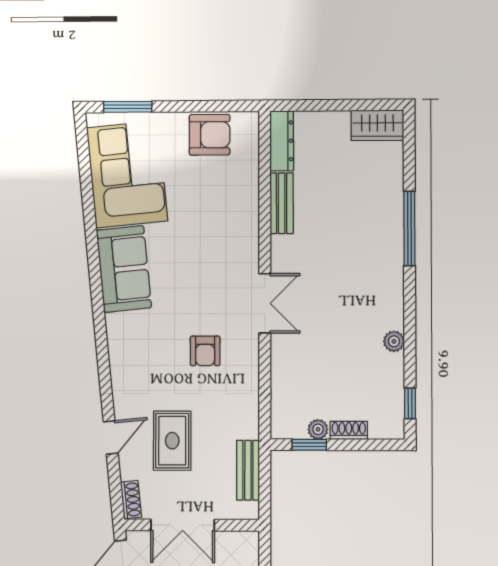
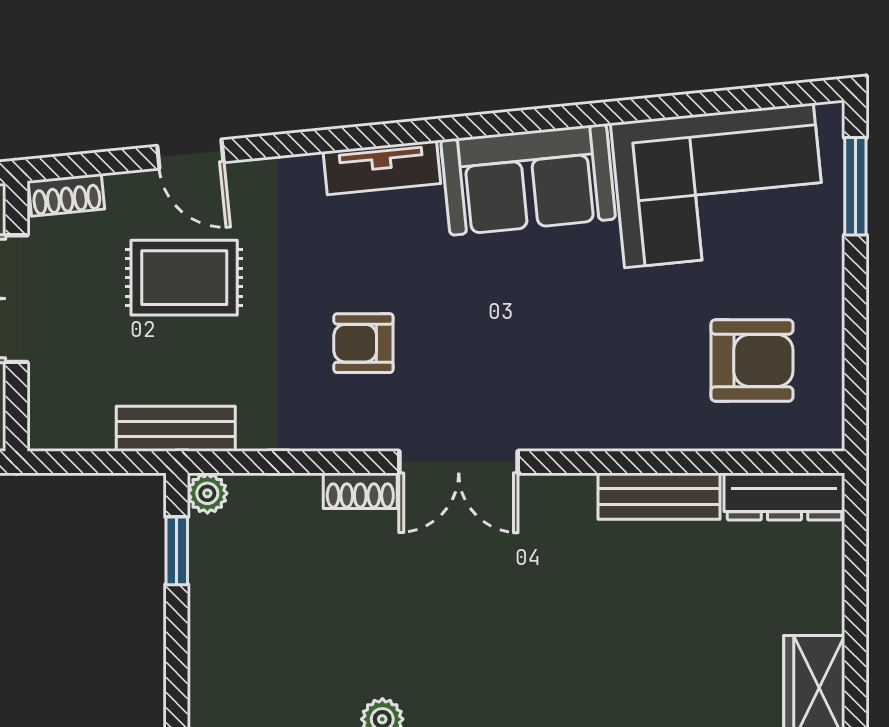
armchair: (210, 135) -> (752, 360), moved, turned -90
tv unit: (118, 342) -> (382, 168), added
plant: (318, 429) -> (207, 493), moved
shoe rack: (349, 430) -> (360, 491), moved, turned 90
bench: (248, 470) -> (176, 429), moved

